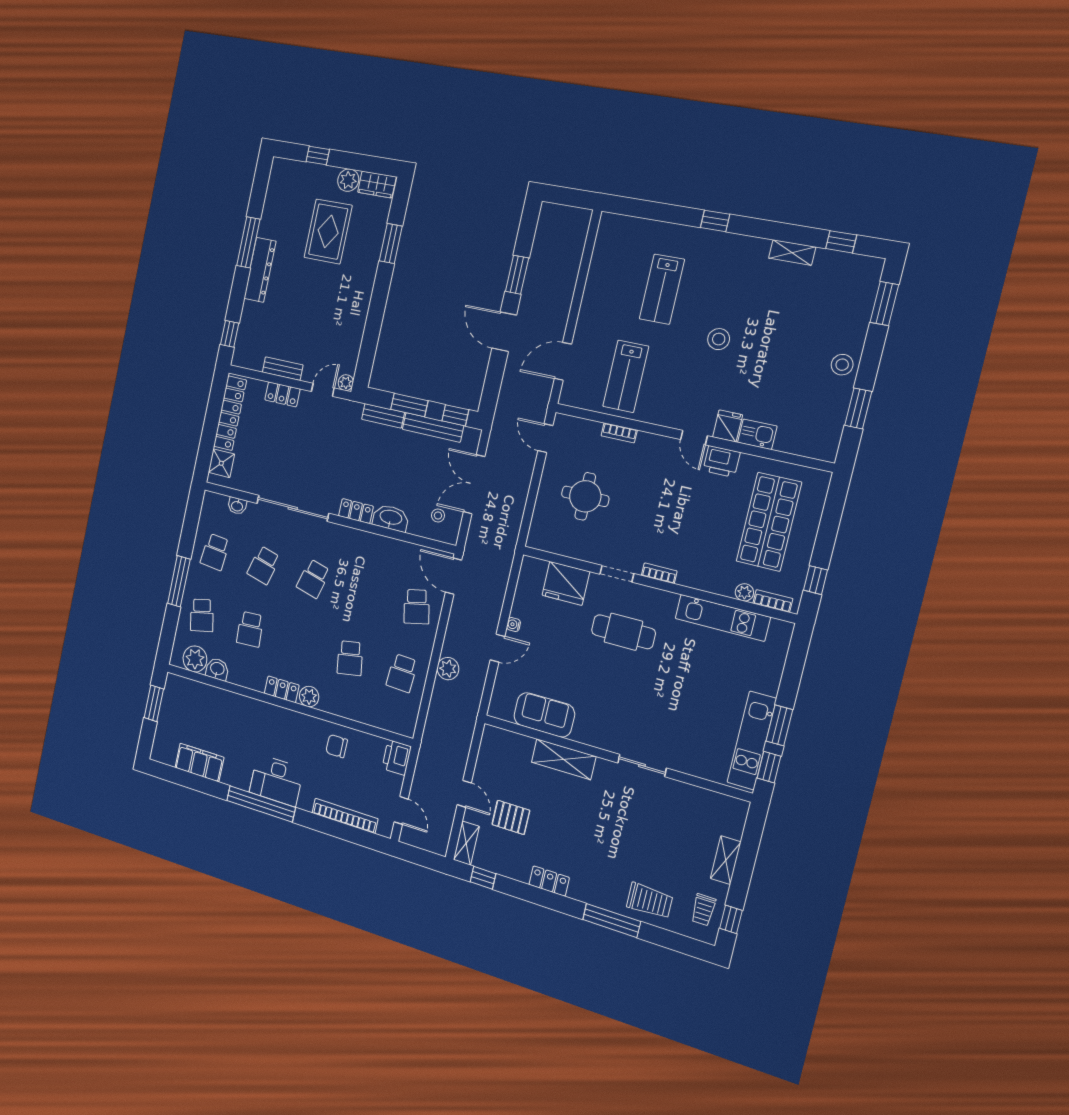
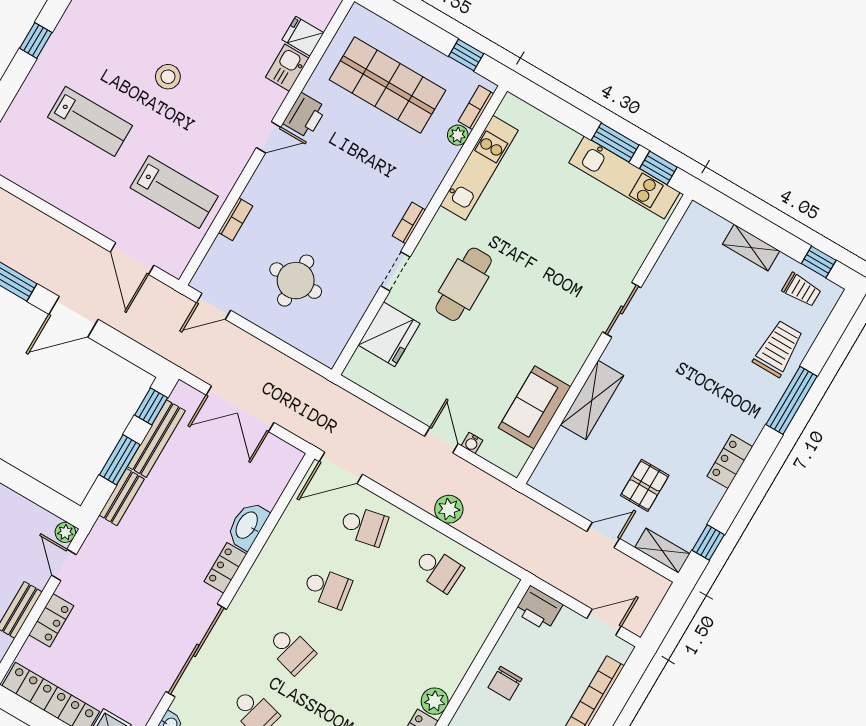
fridge: (728, 426) -> (303, 36), moved
stool: (438, 515) -> (263, 465), removed
water cooler: (513, 625) -> (472, 443), moved
school desk: (350, 658) -> (327, 588), moved

